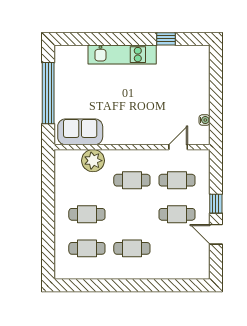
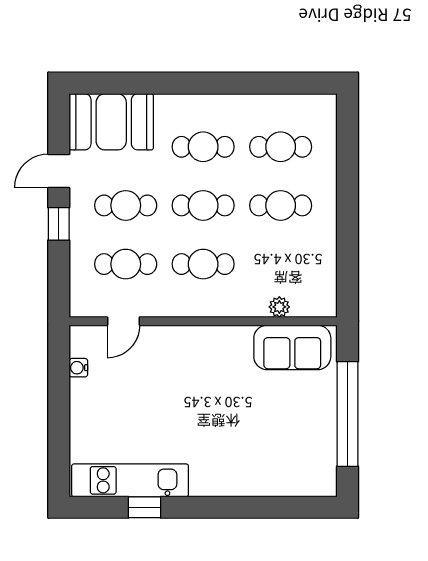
kitchen unit: (122, 55) -> (130, 480), moved
plant: (93, 161) -> (279, 307), width x0.53, depth x0.53
cafe table: (132, 214) -> (203, 205), added
door: (216, 234) -> (59, 171), swing flipped
booth: (185, 263) -> (111, 122), added

